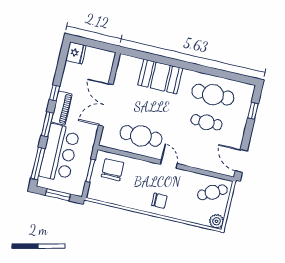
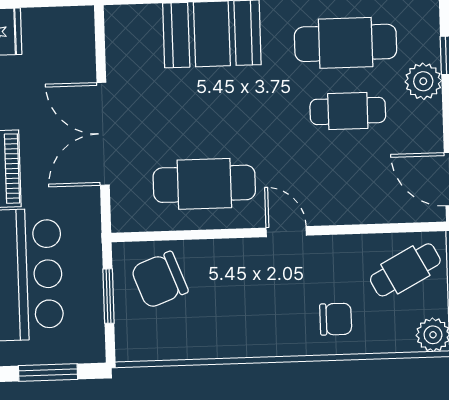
plant: (240, 118) -> (423, 81), added
chair: (113, 170) -> (159, 280), turned -111
chair: (159, 201) -> (336, 319), moved

